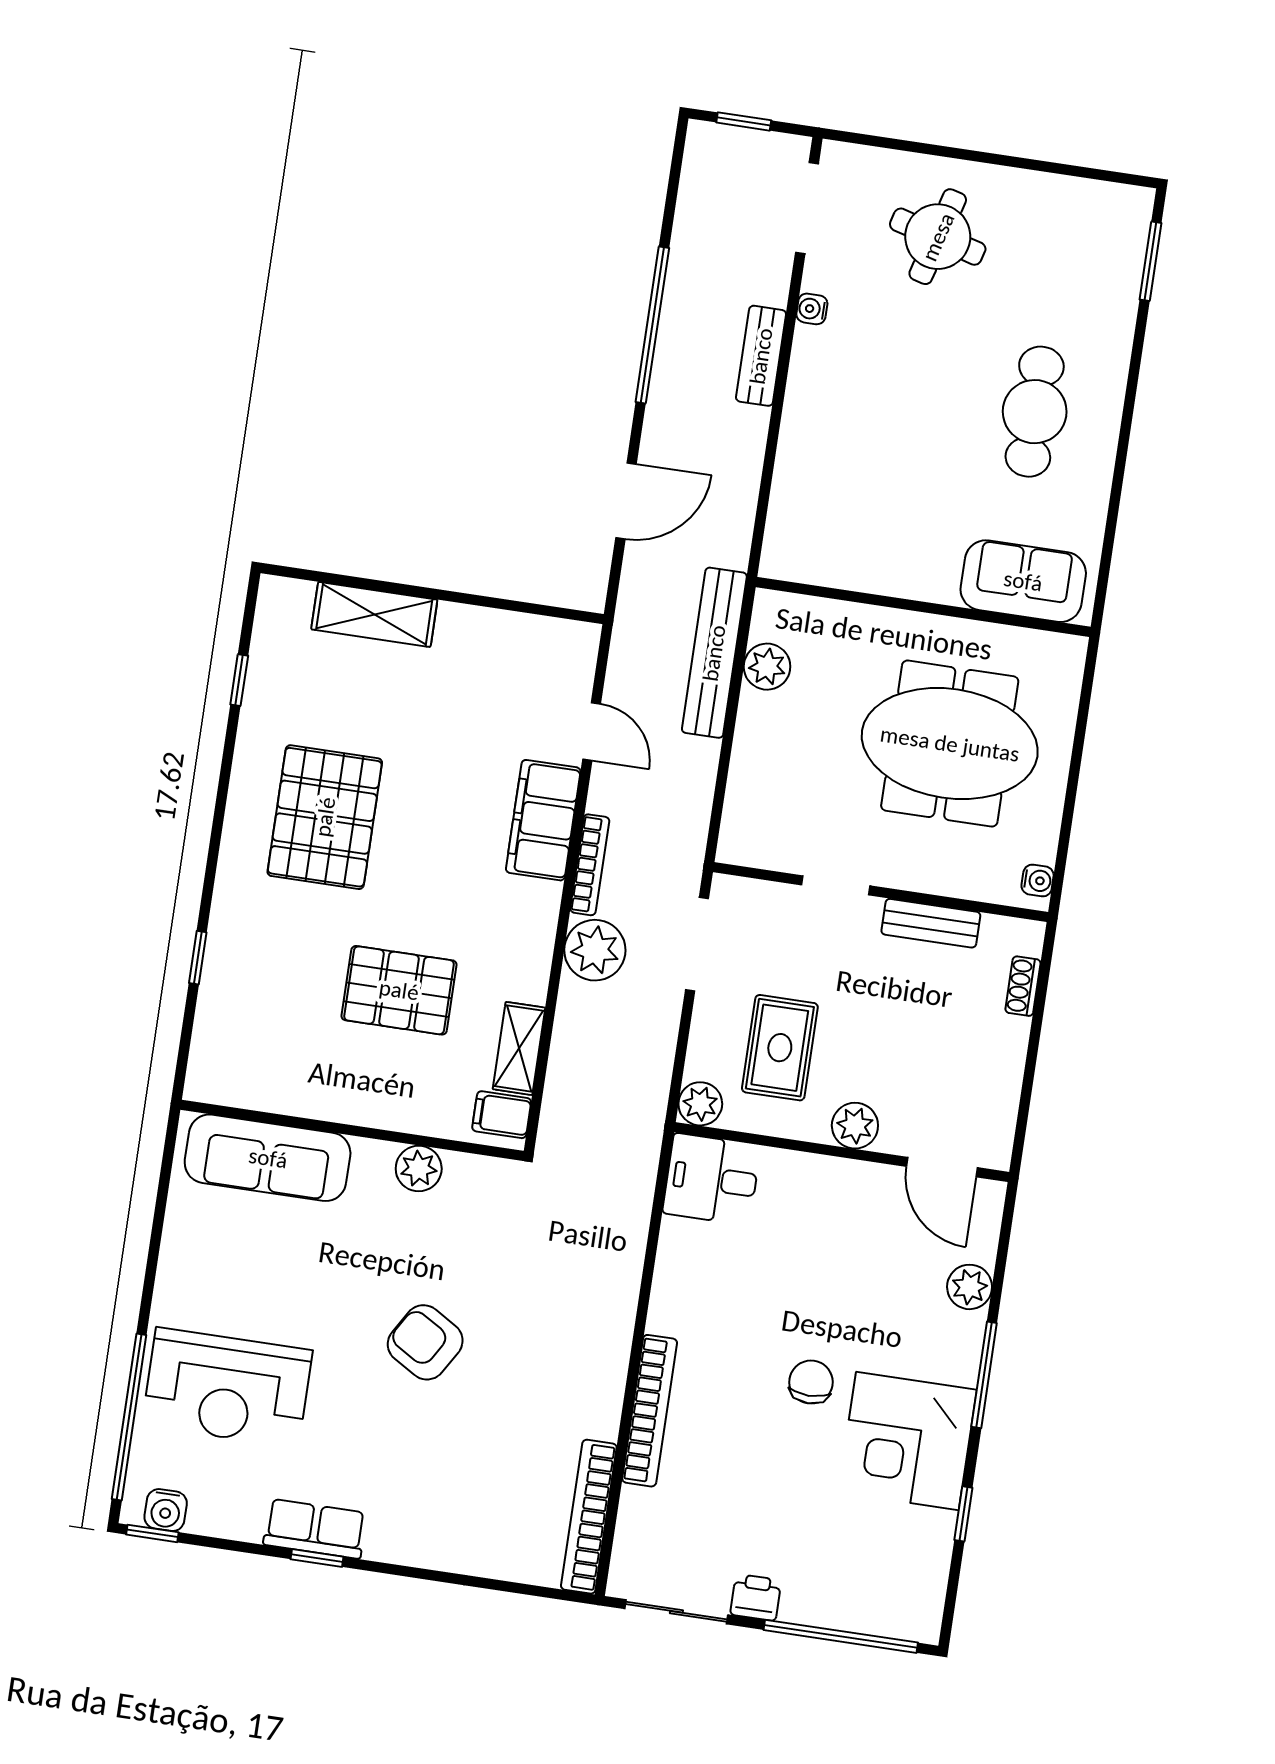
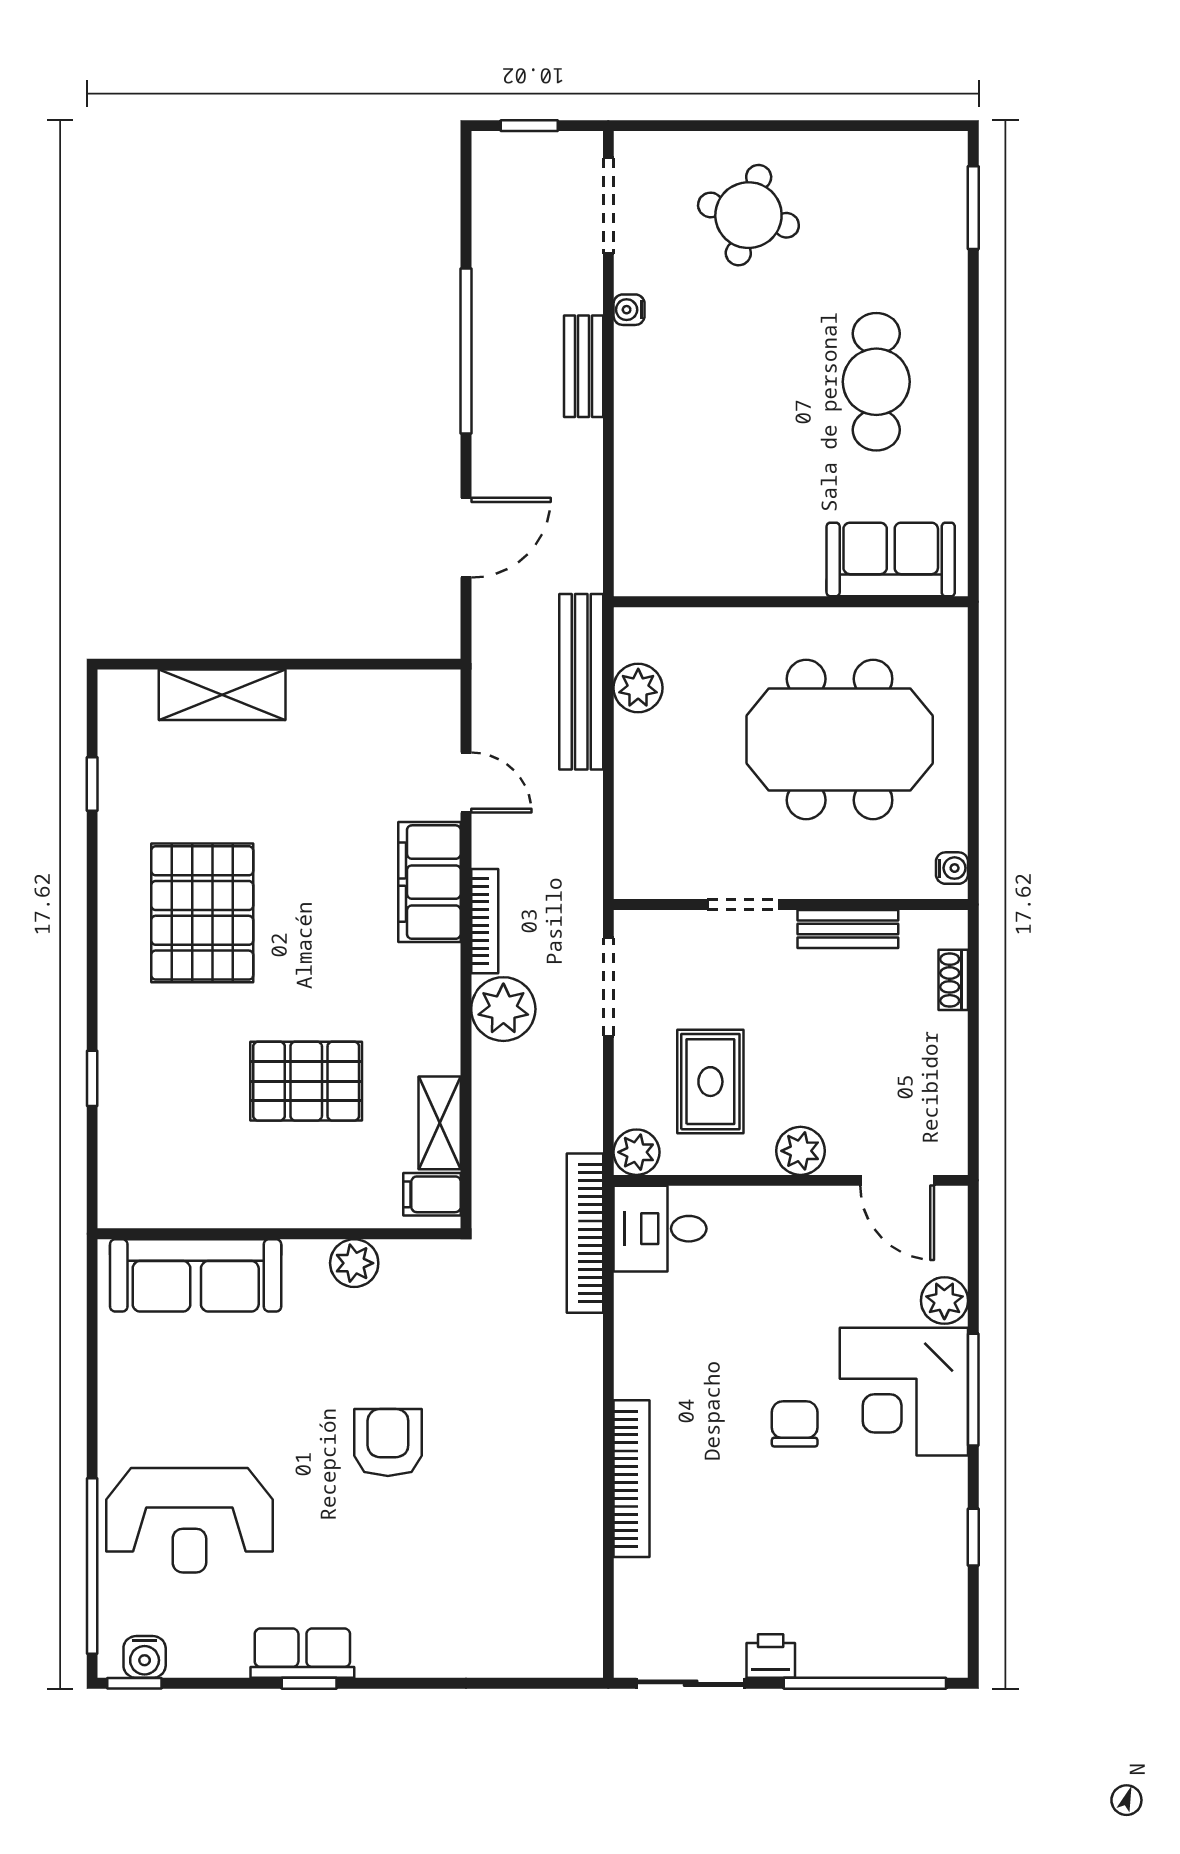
armchair: (425, 1342) -> (388, 1443), turned 59
corner desk: (907, 1441) -> (904, 1392), moved
bookcase: (589, 1517) -> (585, 1233), moved

